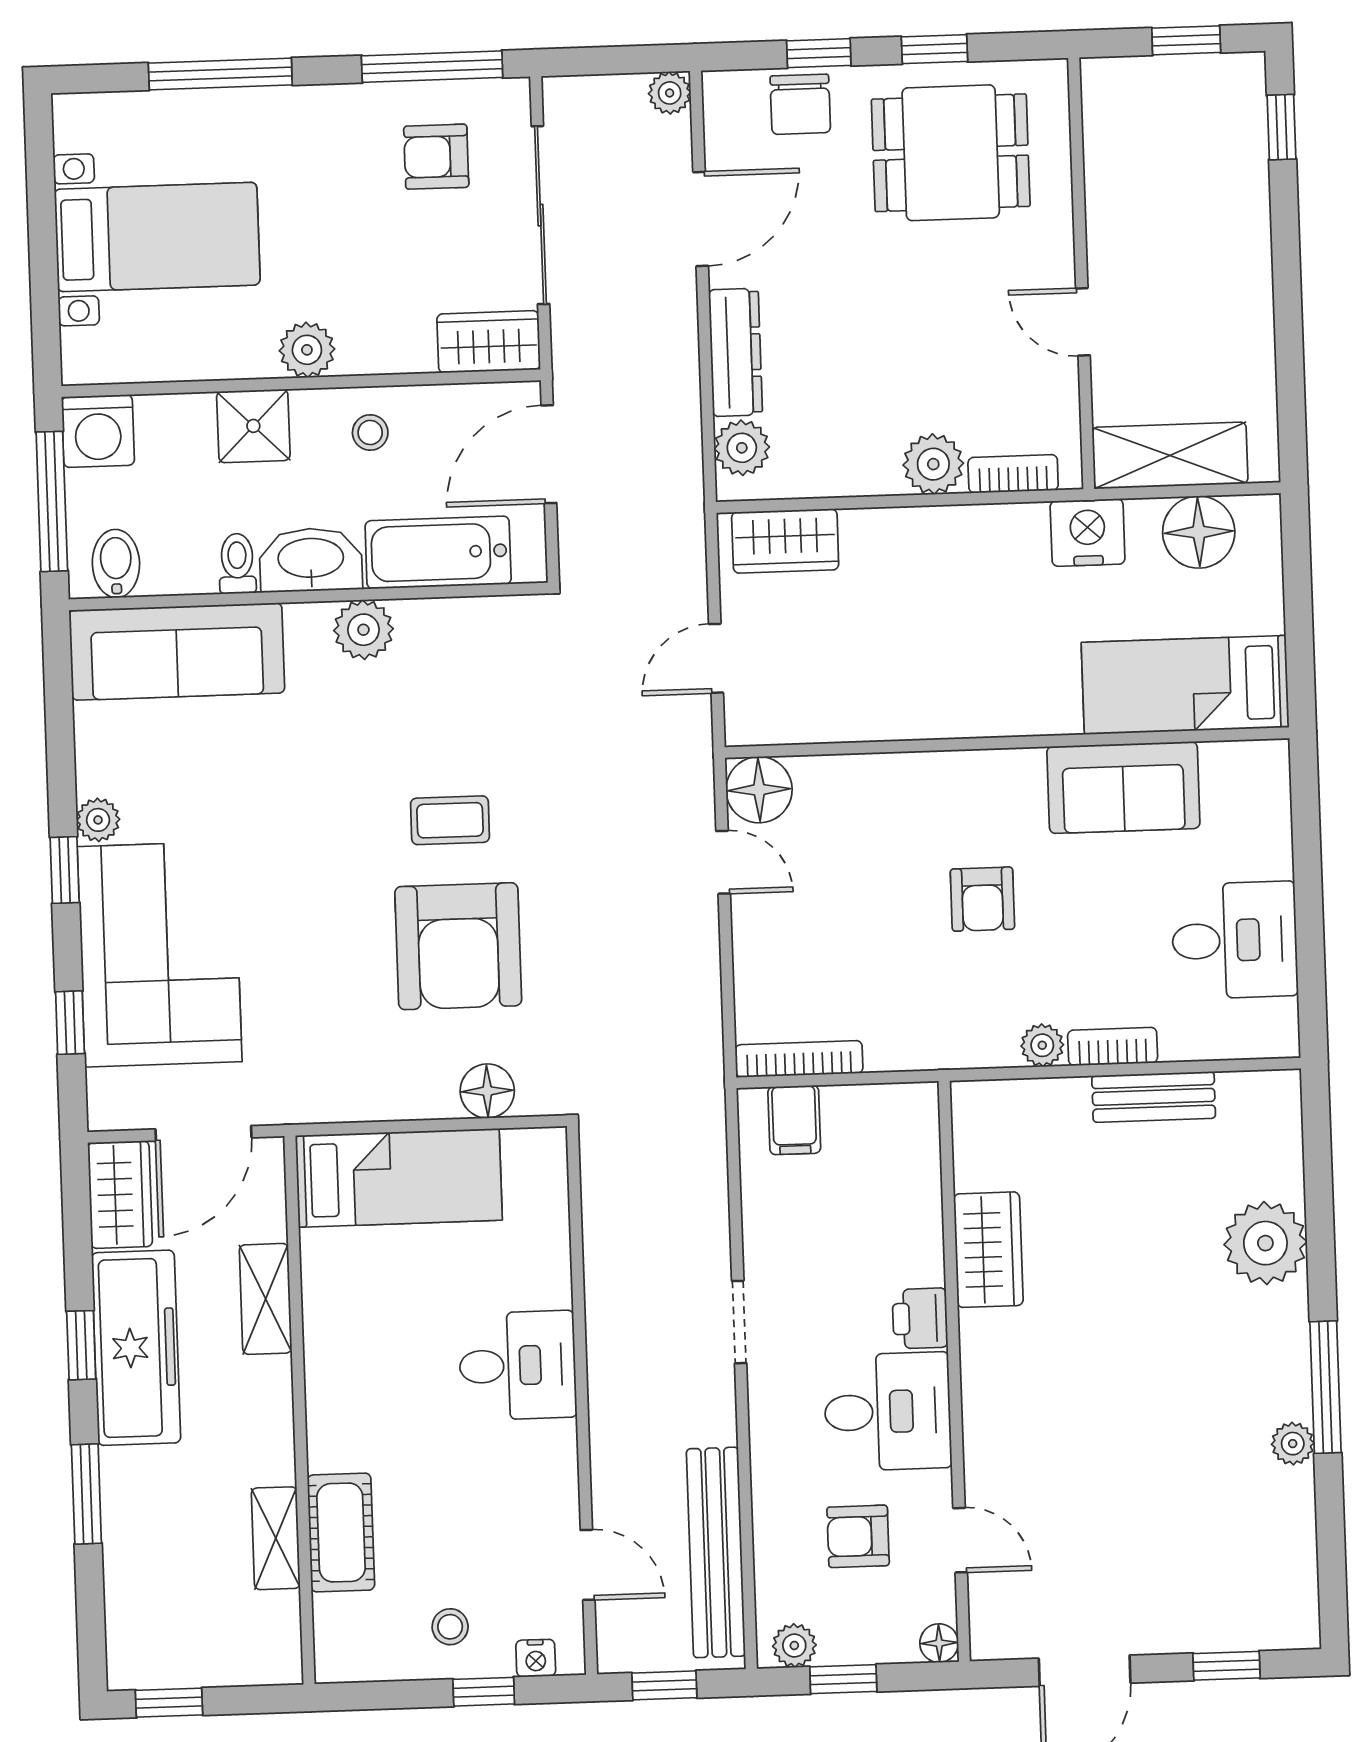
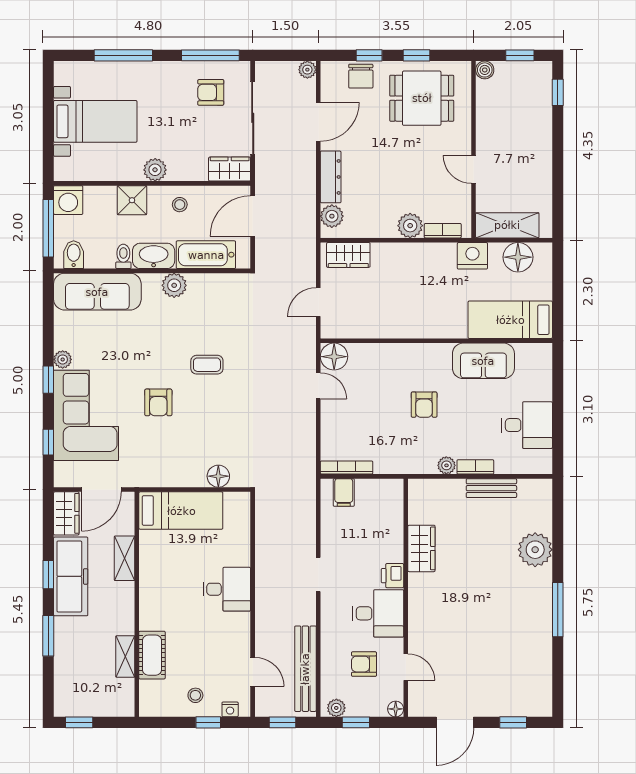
boiler: (1102, 79) -> (485, 70), added
armchair: (458, 946) -> (158, 402), moved, width x0.53, depth x0.53
plant: (1293, 1444) -> (543, 632), removed

